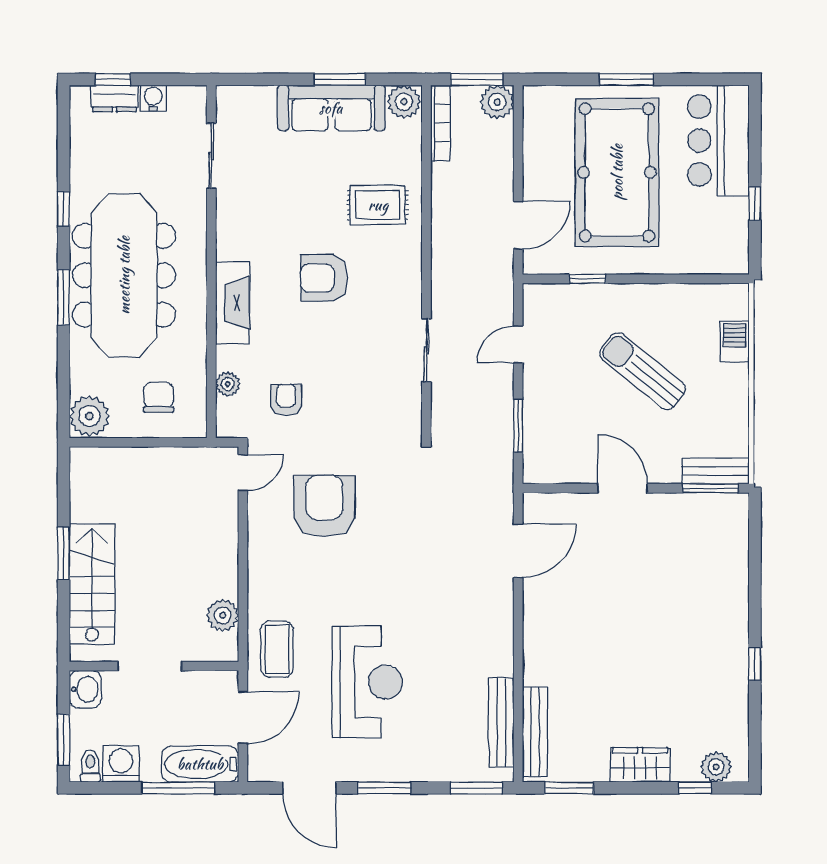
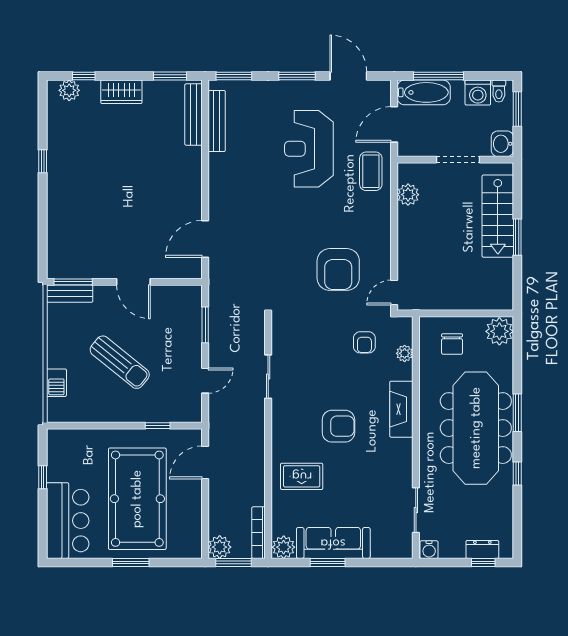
water cooler: (153, 98) -> (429, 550), moved

